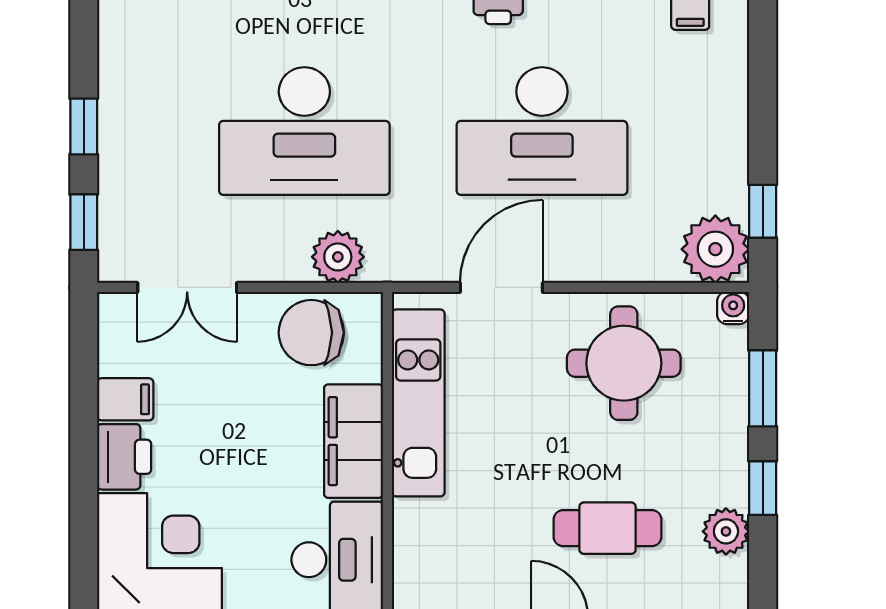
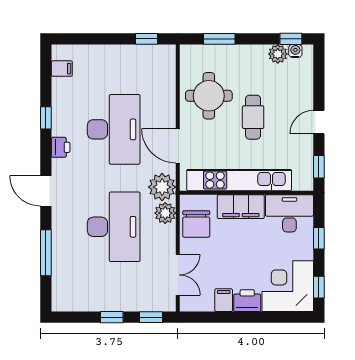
plant: (715, 249) -> (162, 187), moved
water cooler: (733, 308) -> (295, 51), moved, turned 90
kitchen unit: (418, 403) -> (239, 180), width x1.36
window: (763, 488) -> (291, 39), moved
cafe table: (608, 528) -> (253, 117), moved

